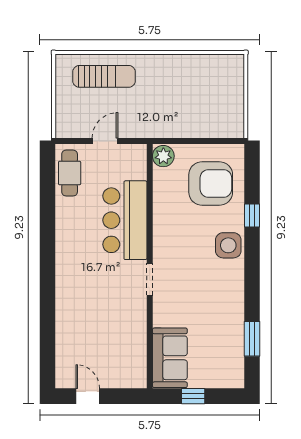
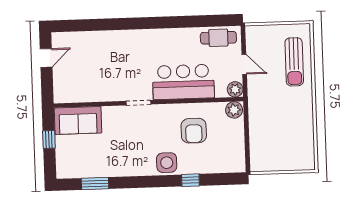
plant: (137, 154) -> (235, 89), added
armchair: (211, 183) -> (194, 131), moved, width x0.73, depth x0.73

